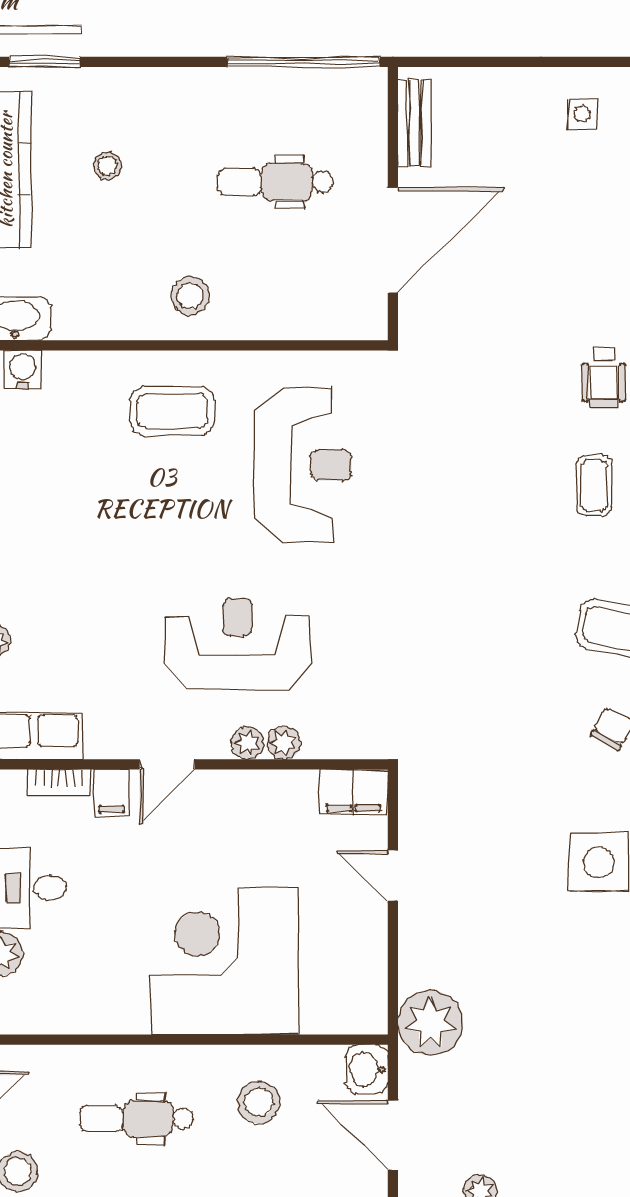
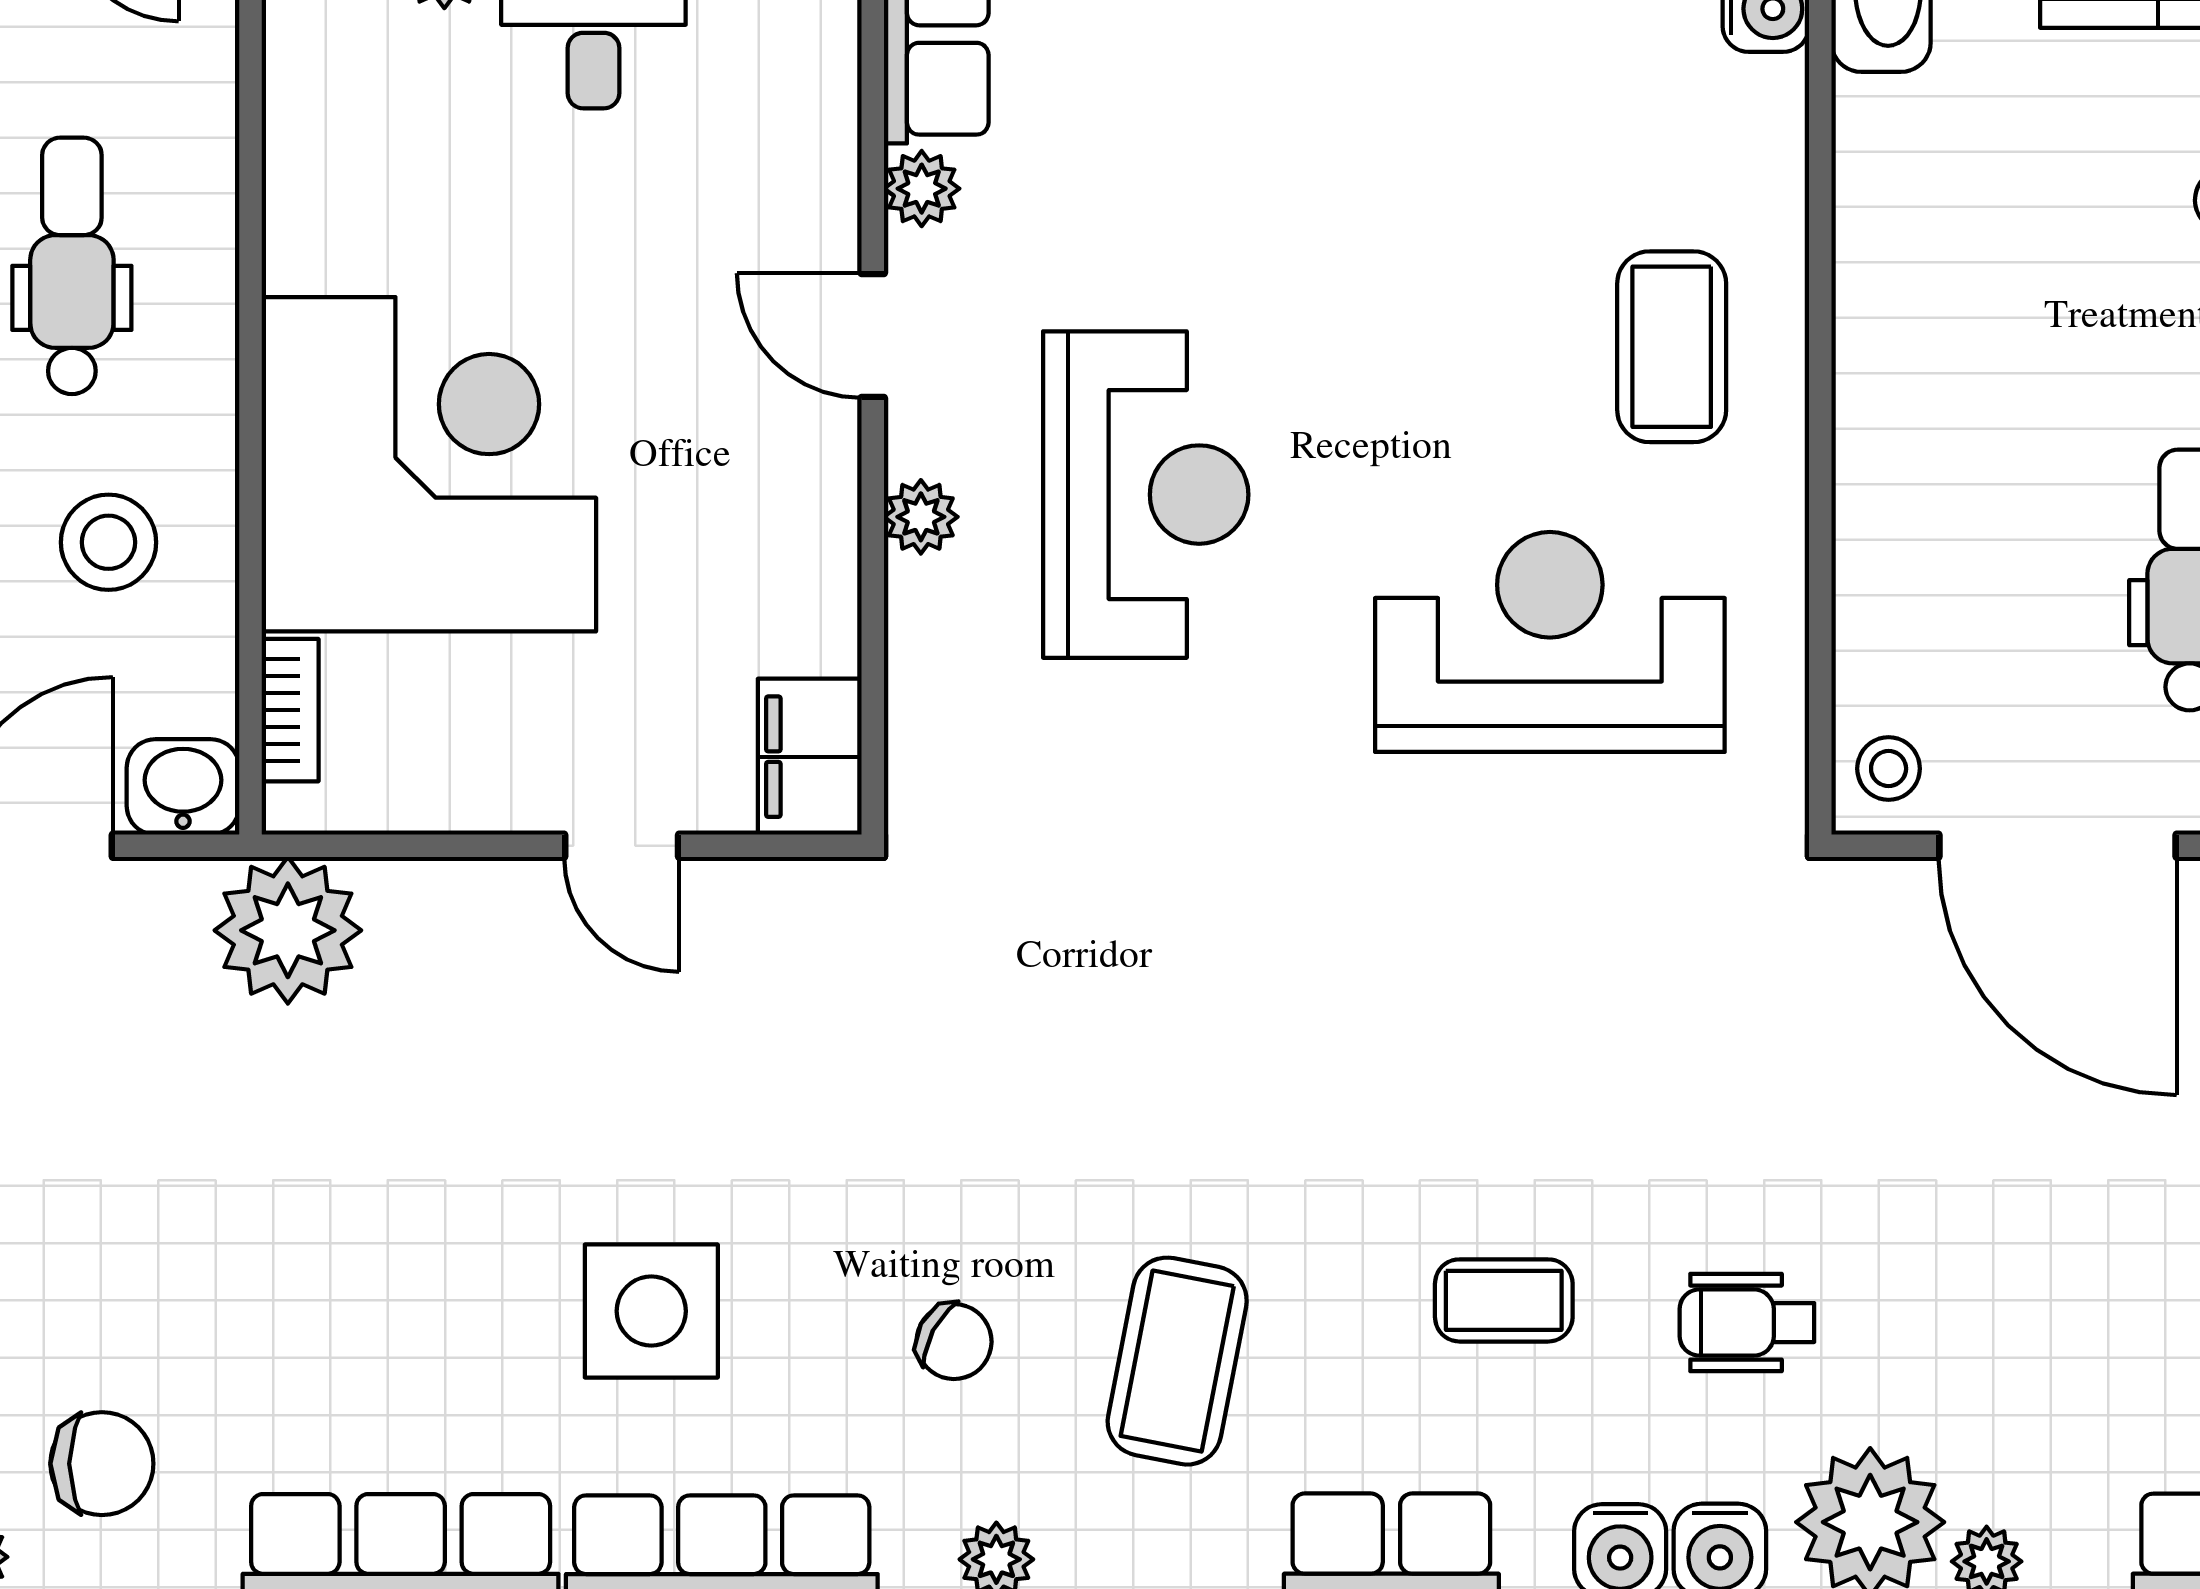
stool: (190, 296) -> (1889, 769), moved, width x0.73, depth x0.73
reception desk: (303, 465) -> (1550, 642), turned 180
plant: (284, 743) -> (922, 189), moved
bookcase: (59, 782) -> (290, 710), moved, turned 180
filing cabinet: (111, 793) -> (809, 209), removed
door: (393, 875) -> (622, 846), swing flipped

